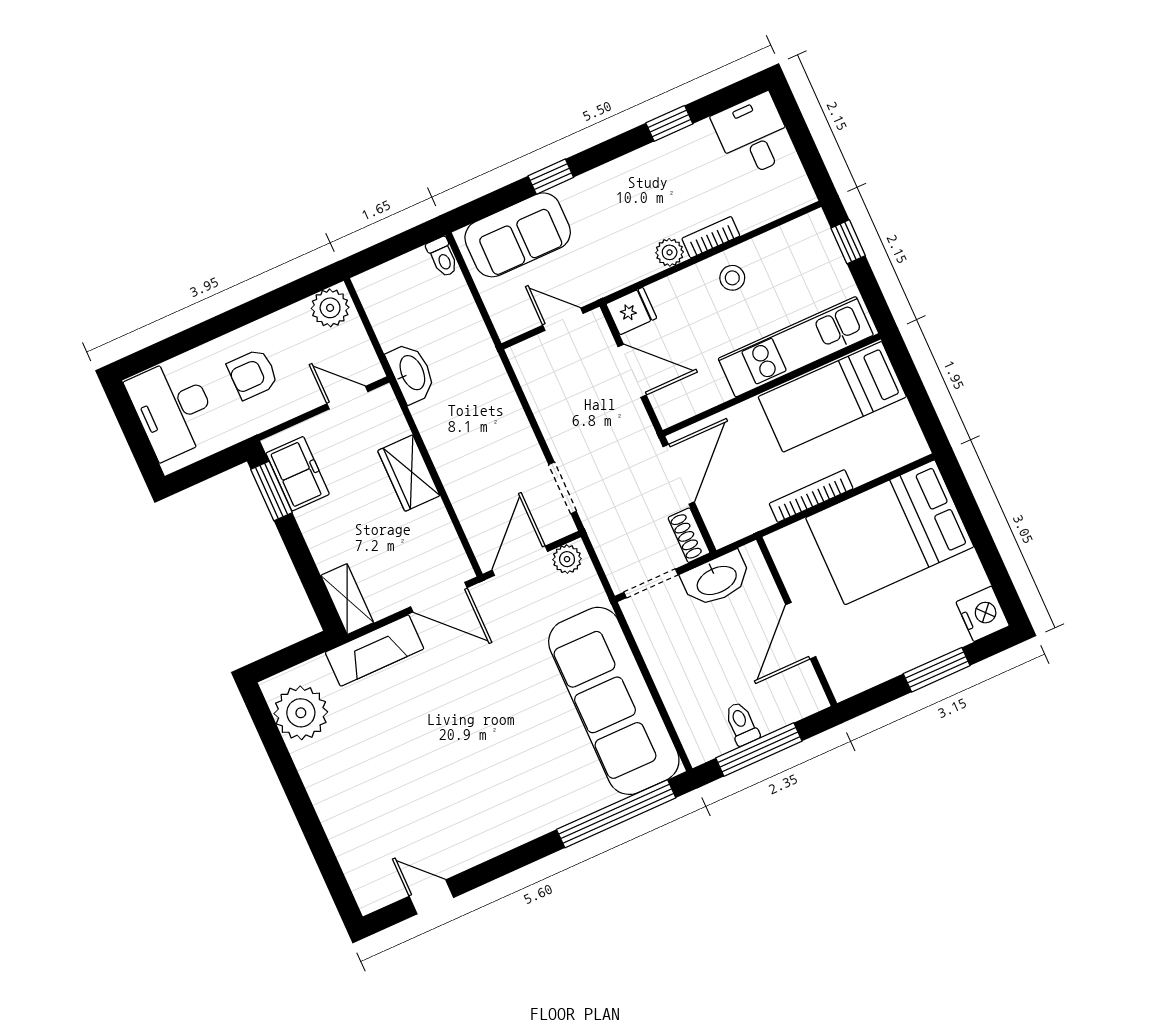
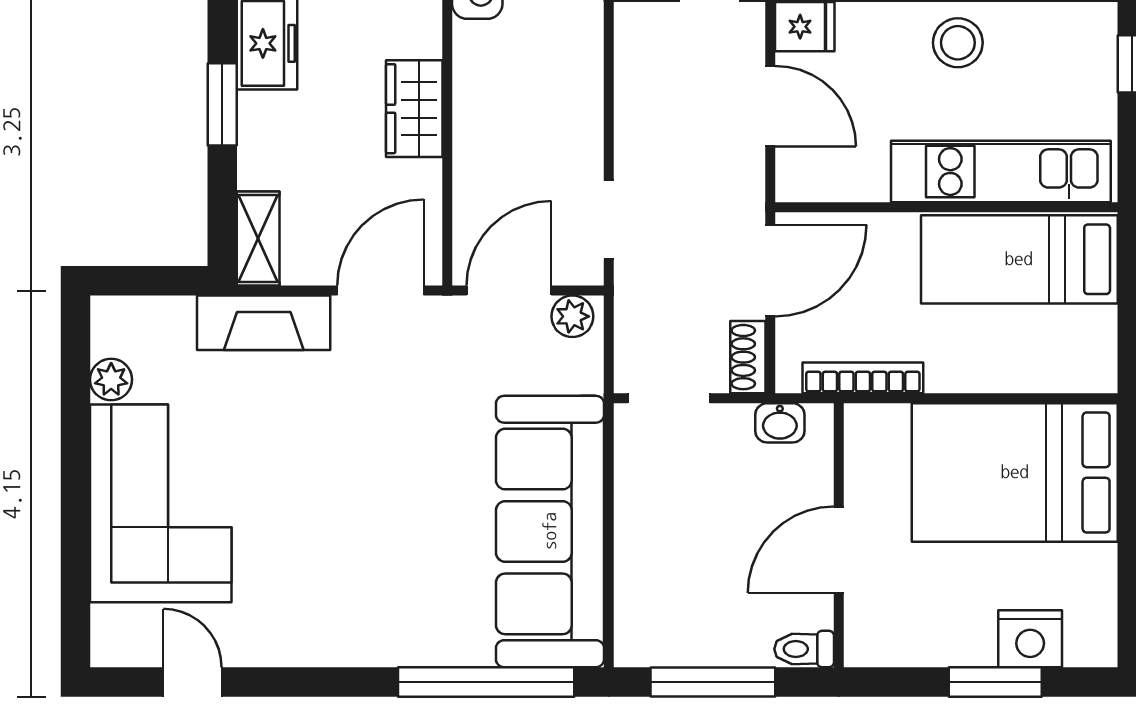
stool: (732, 278) -> (958, 43), width x1.37, depth x1.37
window: (271, 491) -> (222, 104), moved
bookcase: (811, 496) -> (863, 378), moved
washbasin: (716, 579) -> (780, 423), width x0.52, depth x0.69
door: (439, 597) -> (381, 291), swing flipped
nightstand: (983, 614) -> (1030, 639), moved, turned 90
plant: (301, 713) -> (111, 380), width x0.53, depth x0.53
toilet: (742, 724) -> (804, 649), moved, turned -90
corner sofa: (361, 793) -> (161, 503), added

